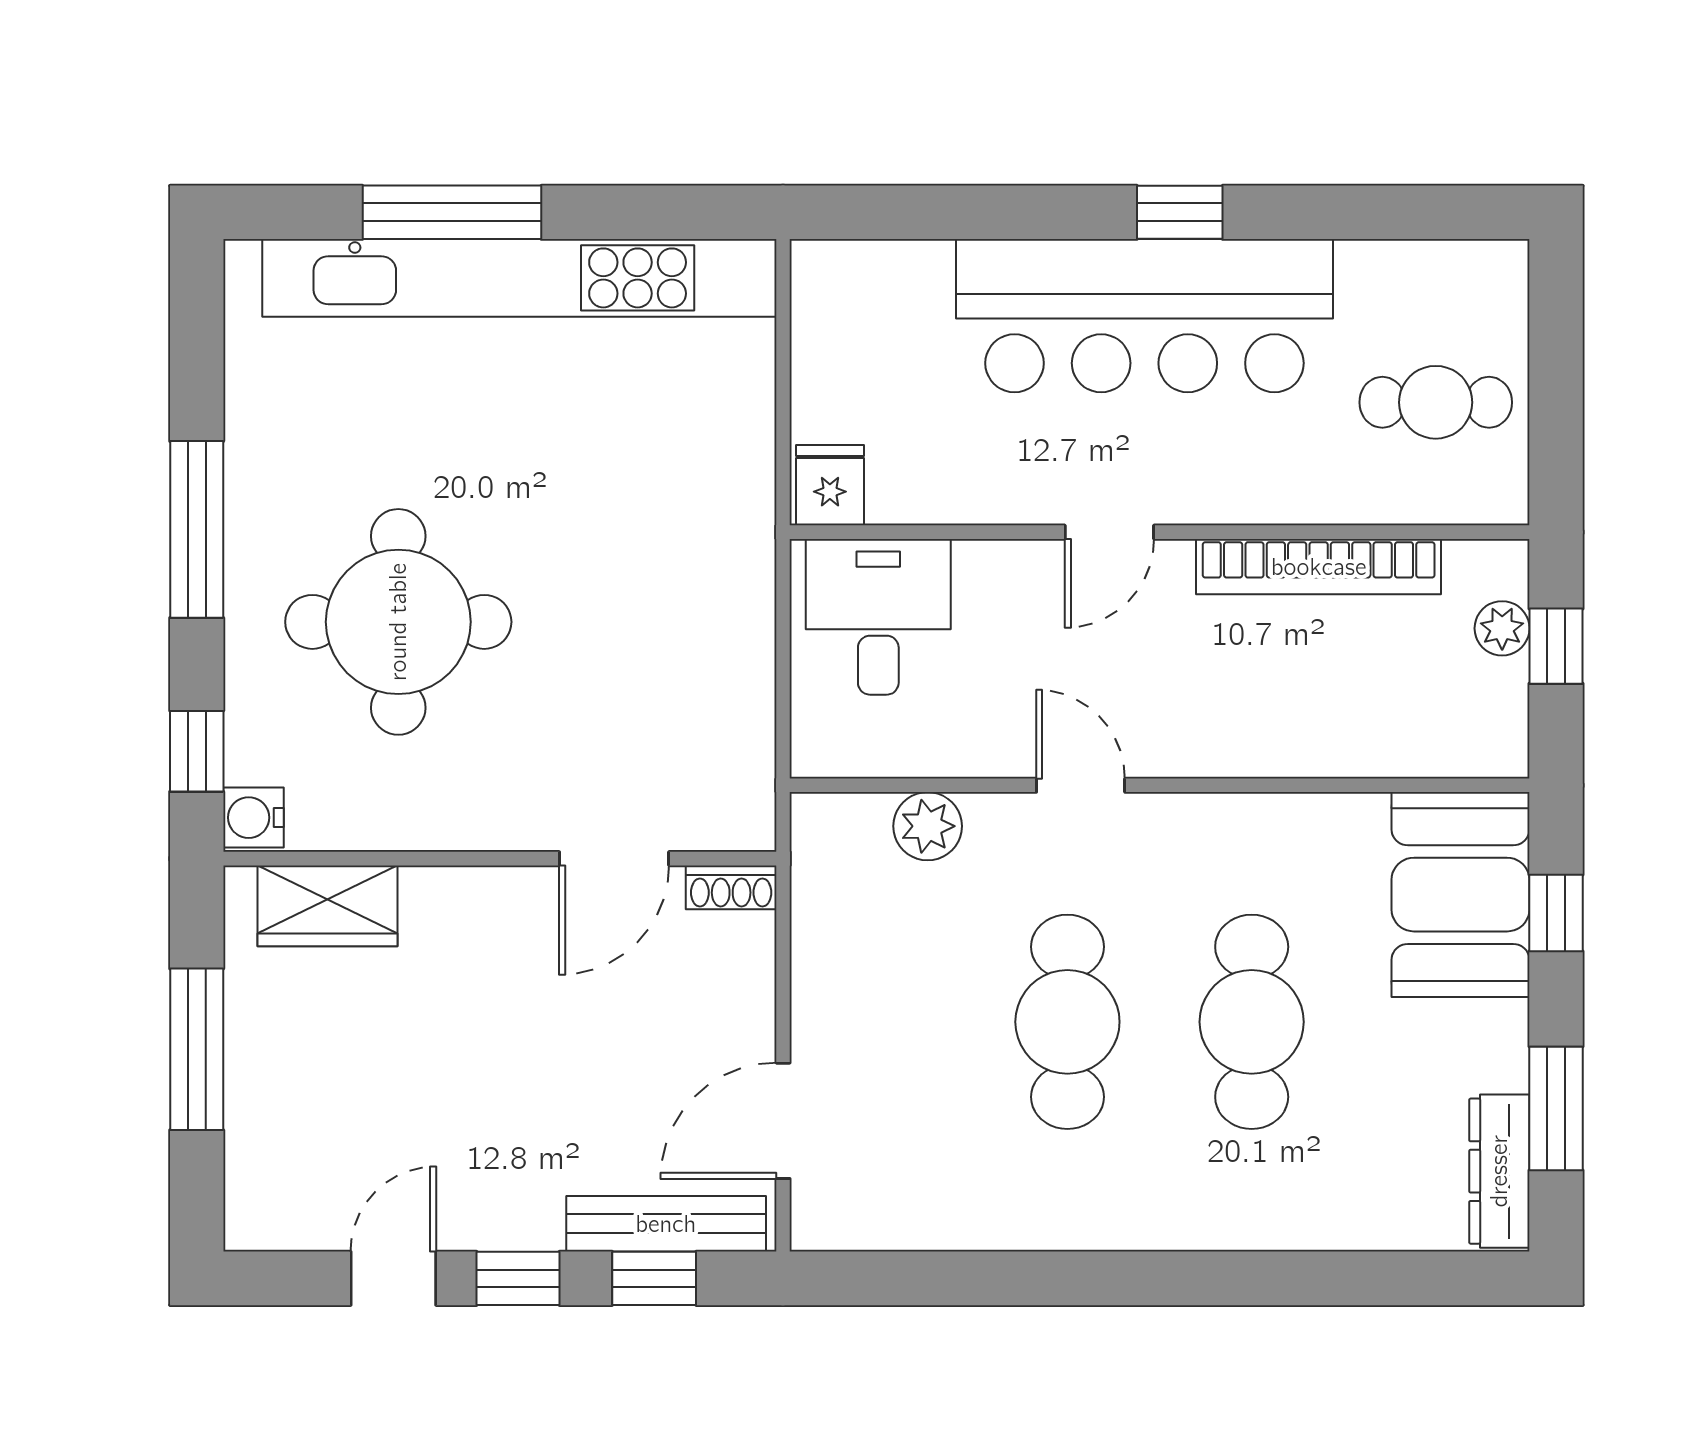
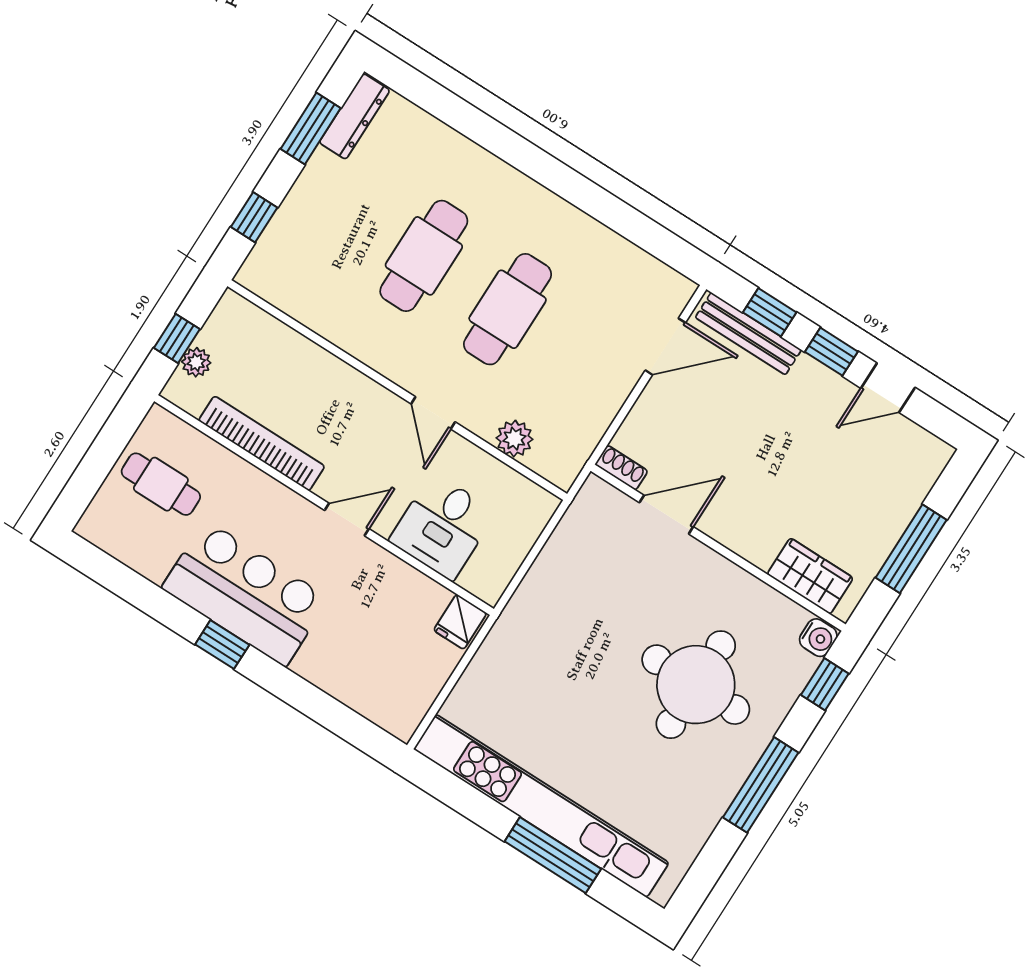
bar counter: (1144, 316) -> (245, 593), width x0.73
desk: (878, 617) -> (443, 527), moved
booth: (1460, 895) -> (292, 253), removed

